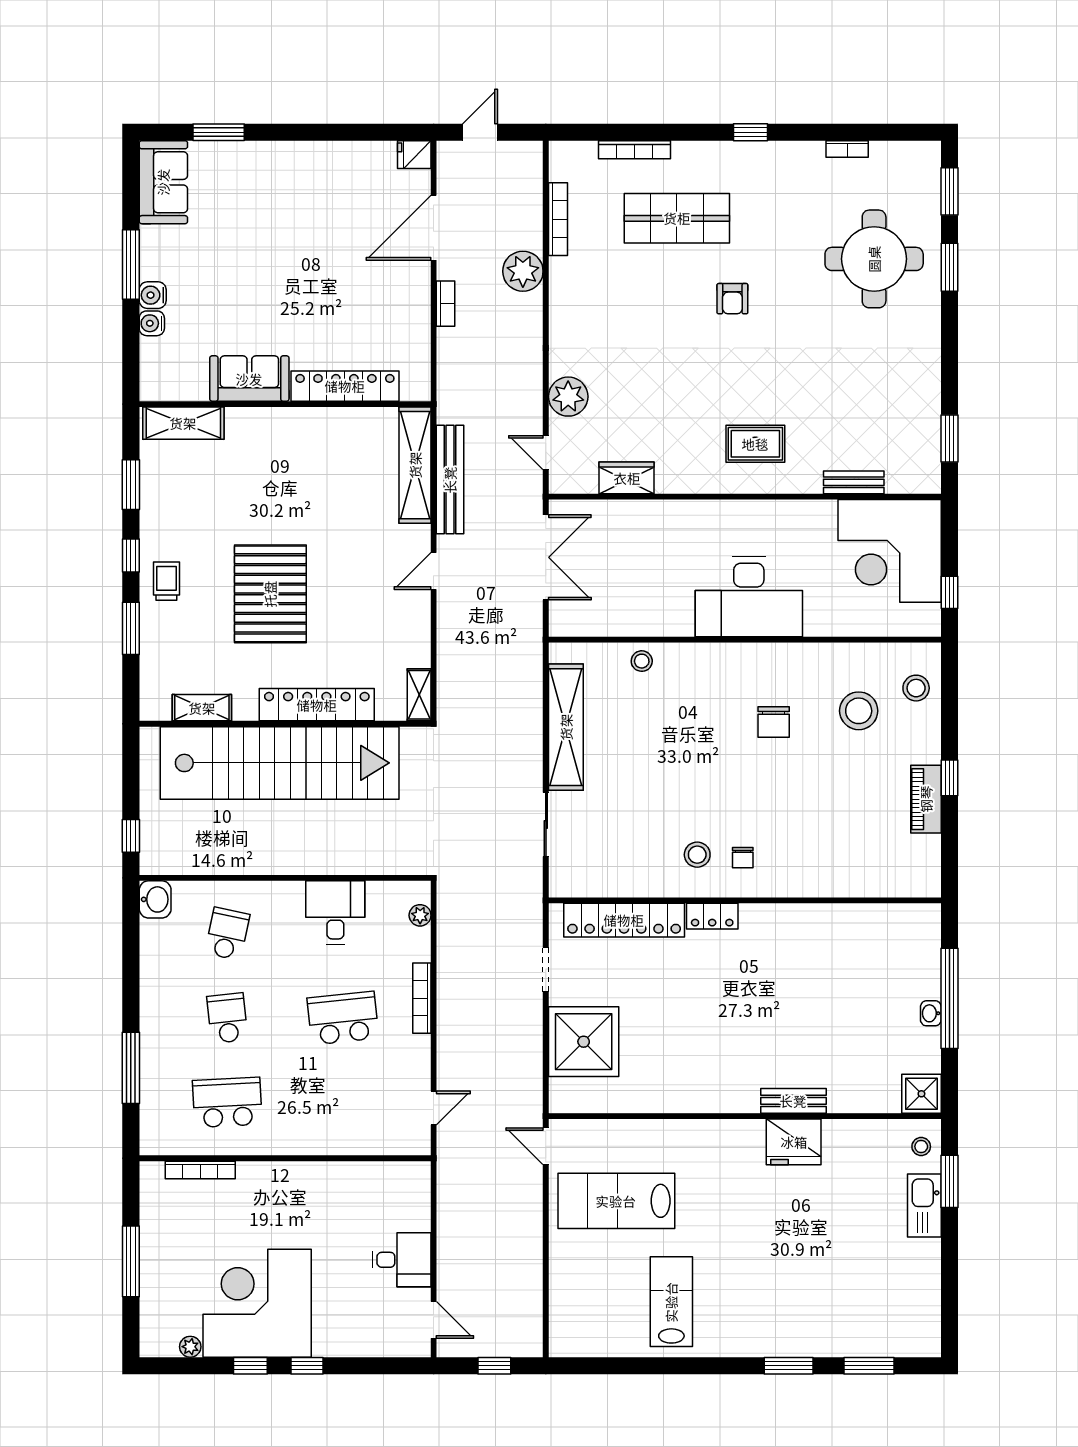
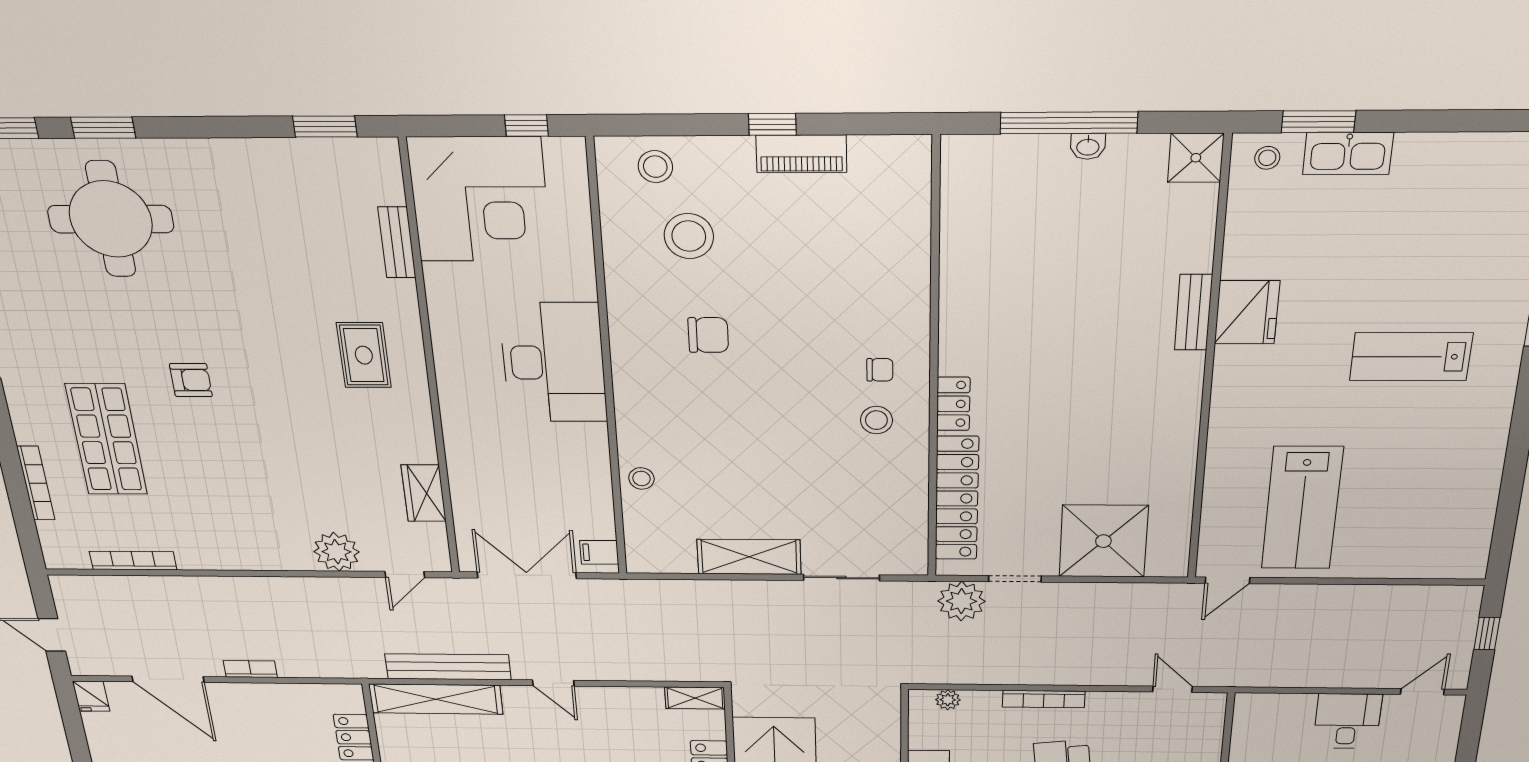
plant: (523, 271) -> (961, 601), moved
filing cabinet: (569, 621) -> (599, 552), added
shelving: (566, 727) -> (749, 557), width x0.68
lab bench: (671, 1302) -> (1411, 357), moved

